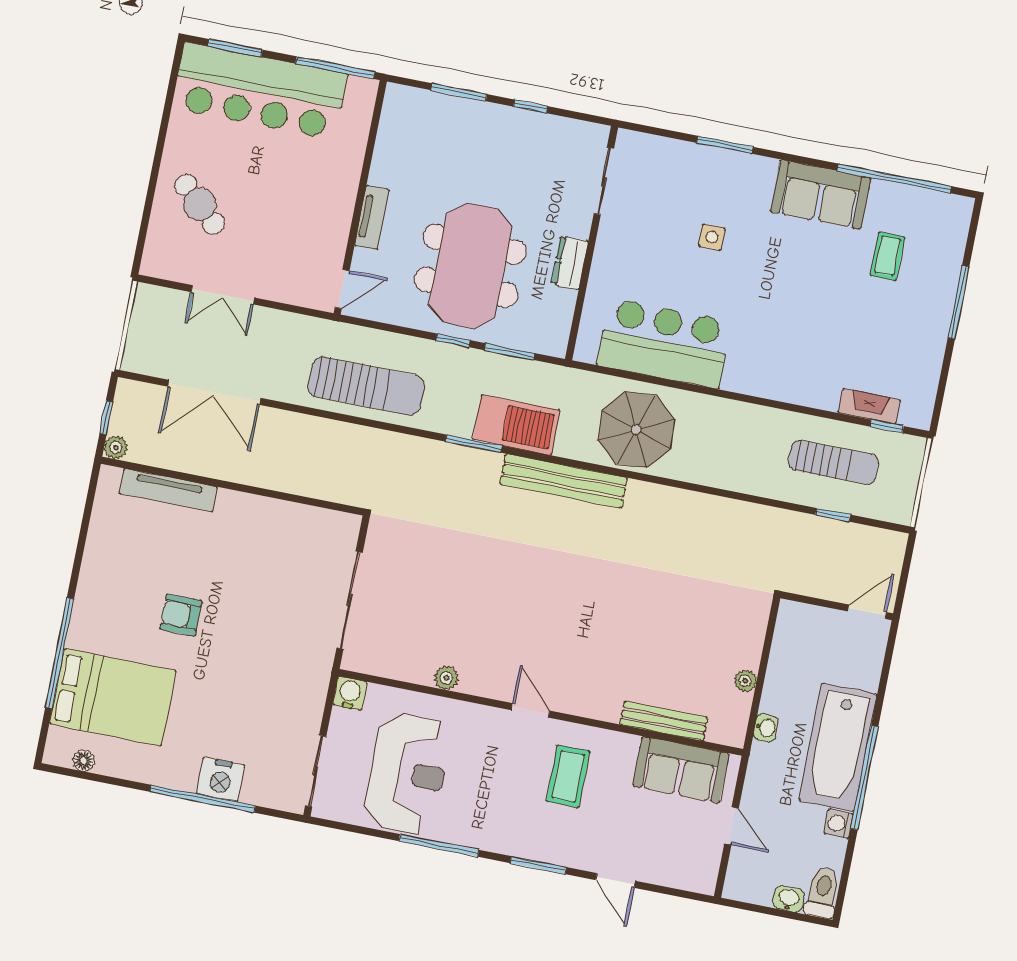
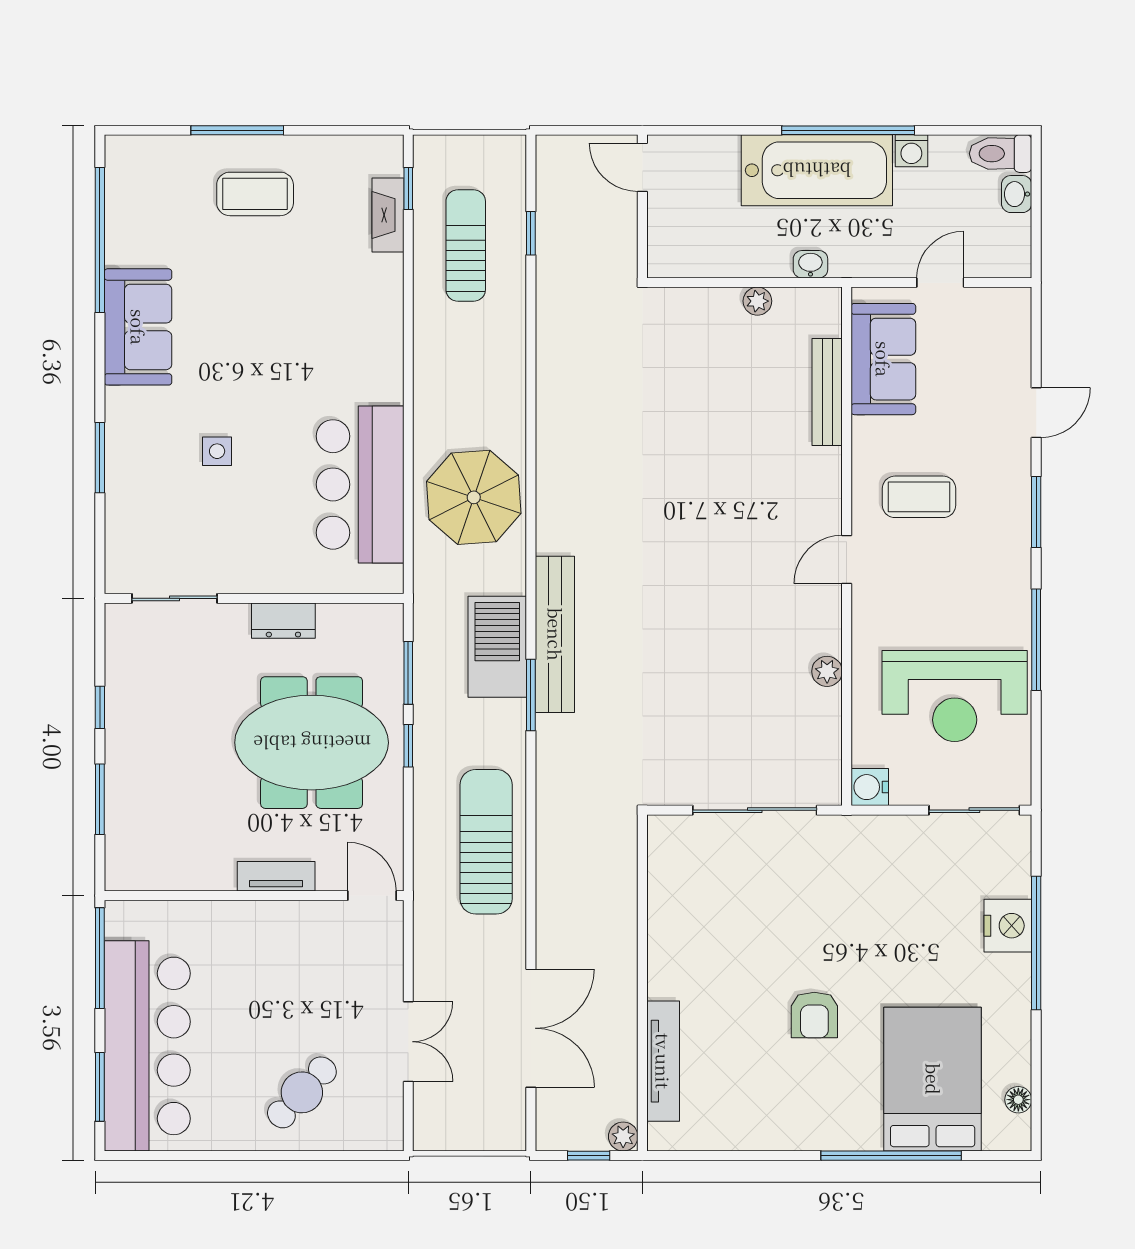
coffee table: (887, 256) -> (255, 194), moved, width x1.36, depth x1.30
bench: (564, 481) -> (555, 634), moved
reception desk: (408, 773) -> (955, 696), turned 180

